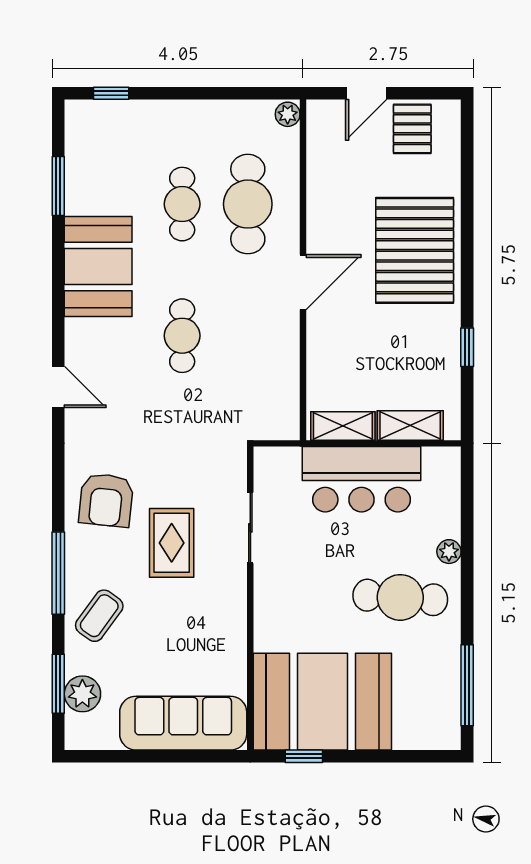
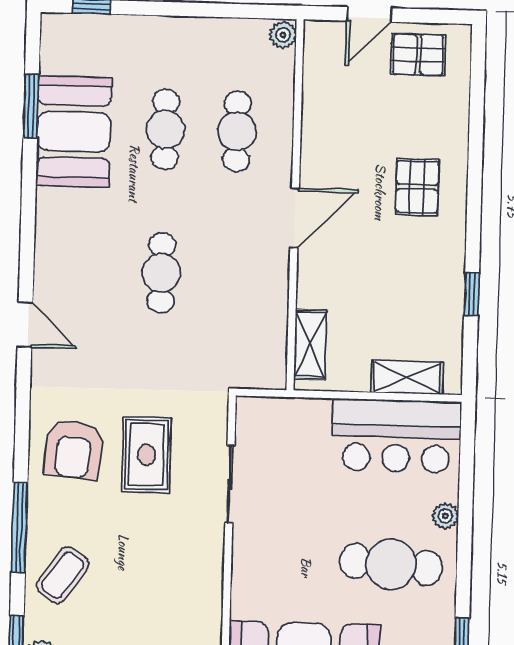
pallet: (412, 129) -> (418, 55), turned 90
cafe table: (248, 204) -> (237, 131), width x0.73, depth x0.74
pallet: (415, 250) -> (417, 187), width x0.49, depth x0.50
booth: (98, 267) -> (74, 131), moved
shelving: (343, 426) -> (310, 345), moved, turned 90
bar counter: (362, 479) -> (396, 436), moved
rug: (172, 543) -> (146, 455), moved

